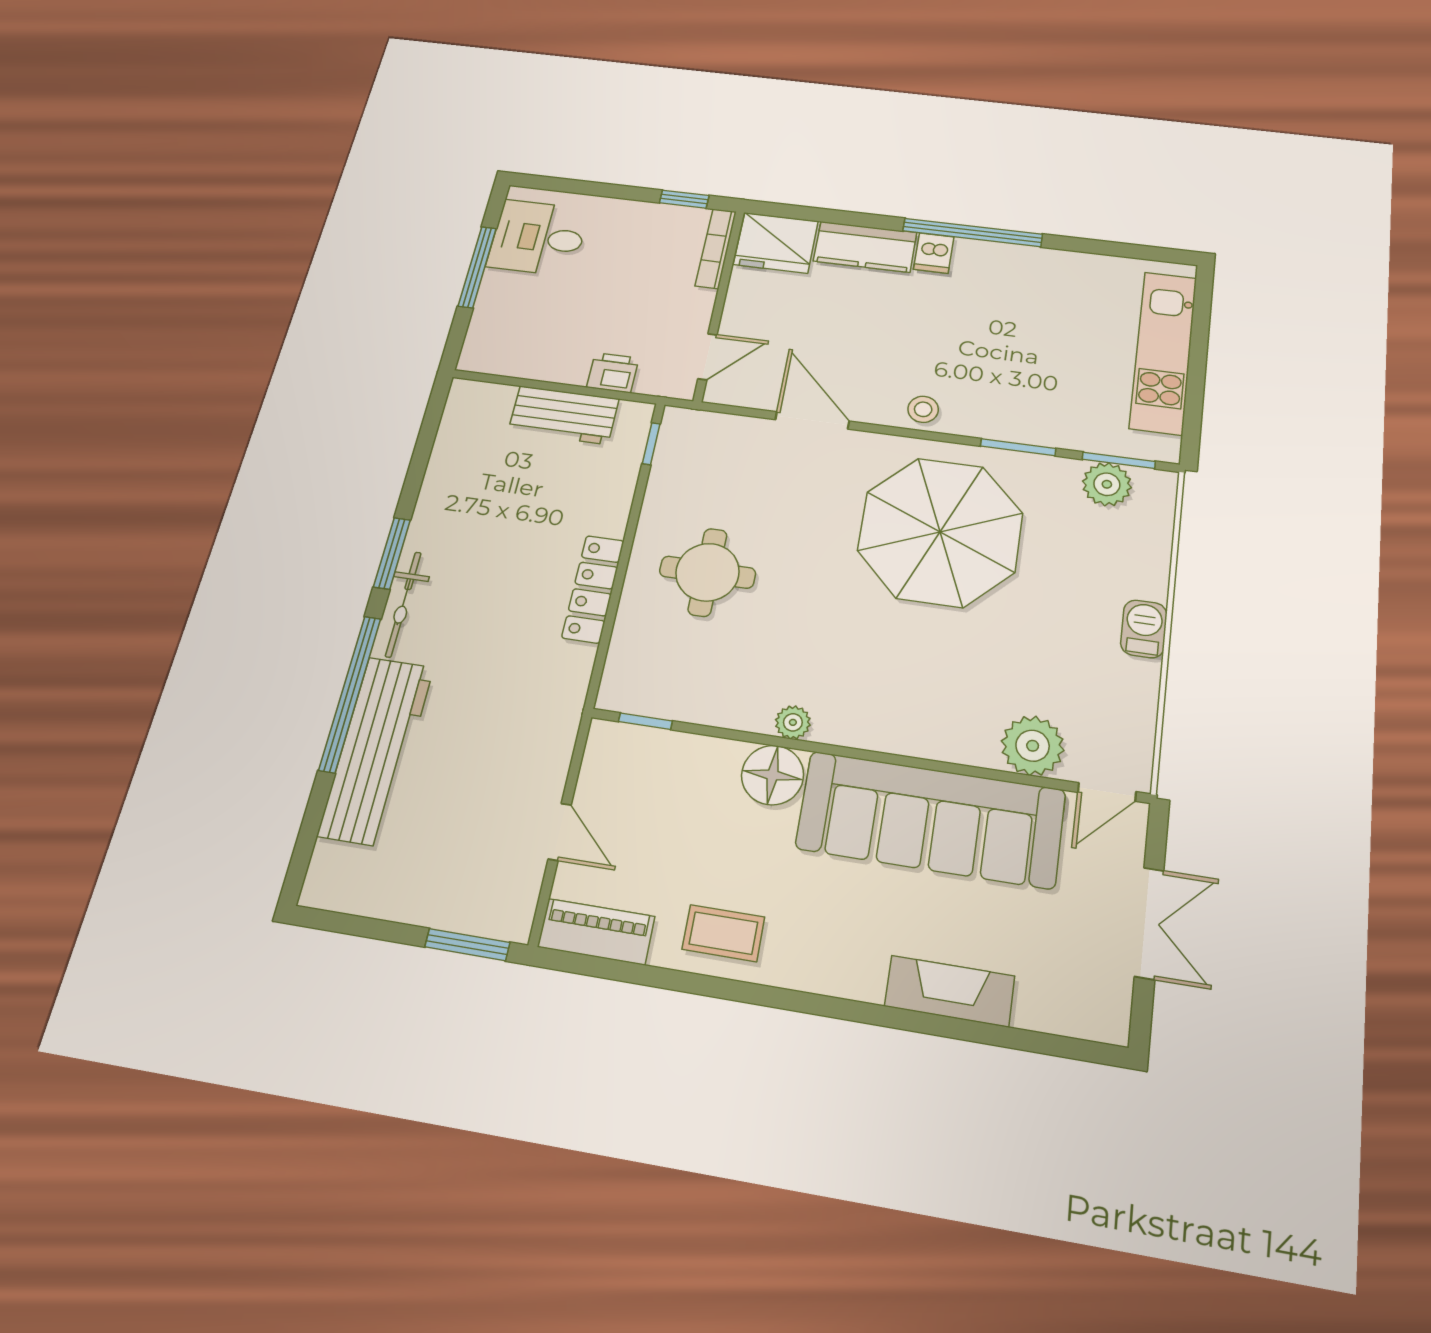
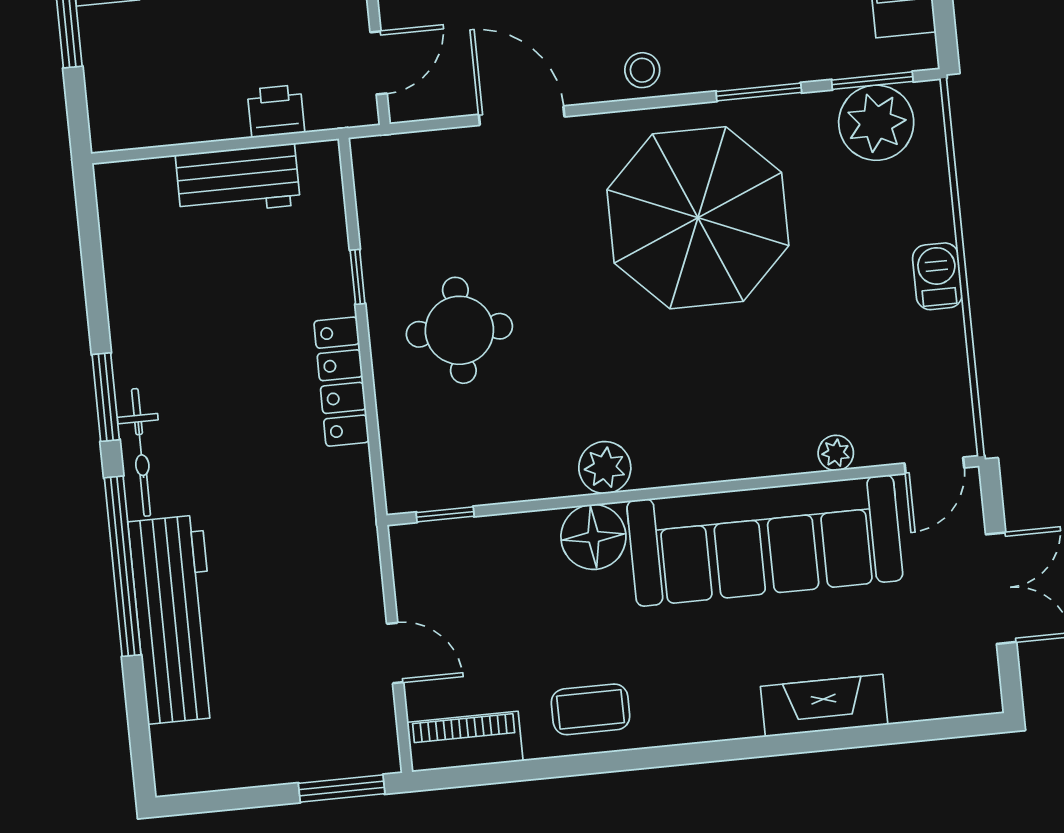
window: (651, 444) -> (358, 277), moved
plant: (1107, 484) -> (876, 123), width x1.36, depth x1.36
plant: (793, 722) -> (605, 468), width x1.38, depth x1.38
plant: (1033, 746) -> (836, 453), width x0.53, depth x0.53

